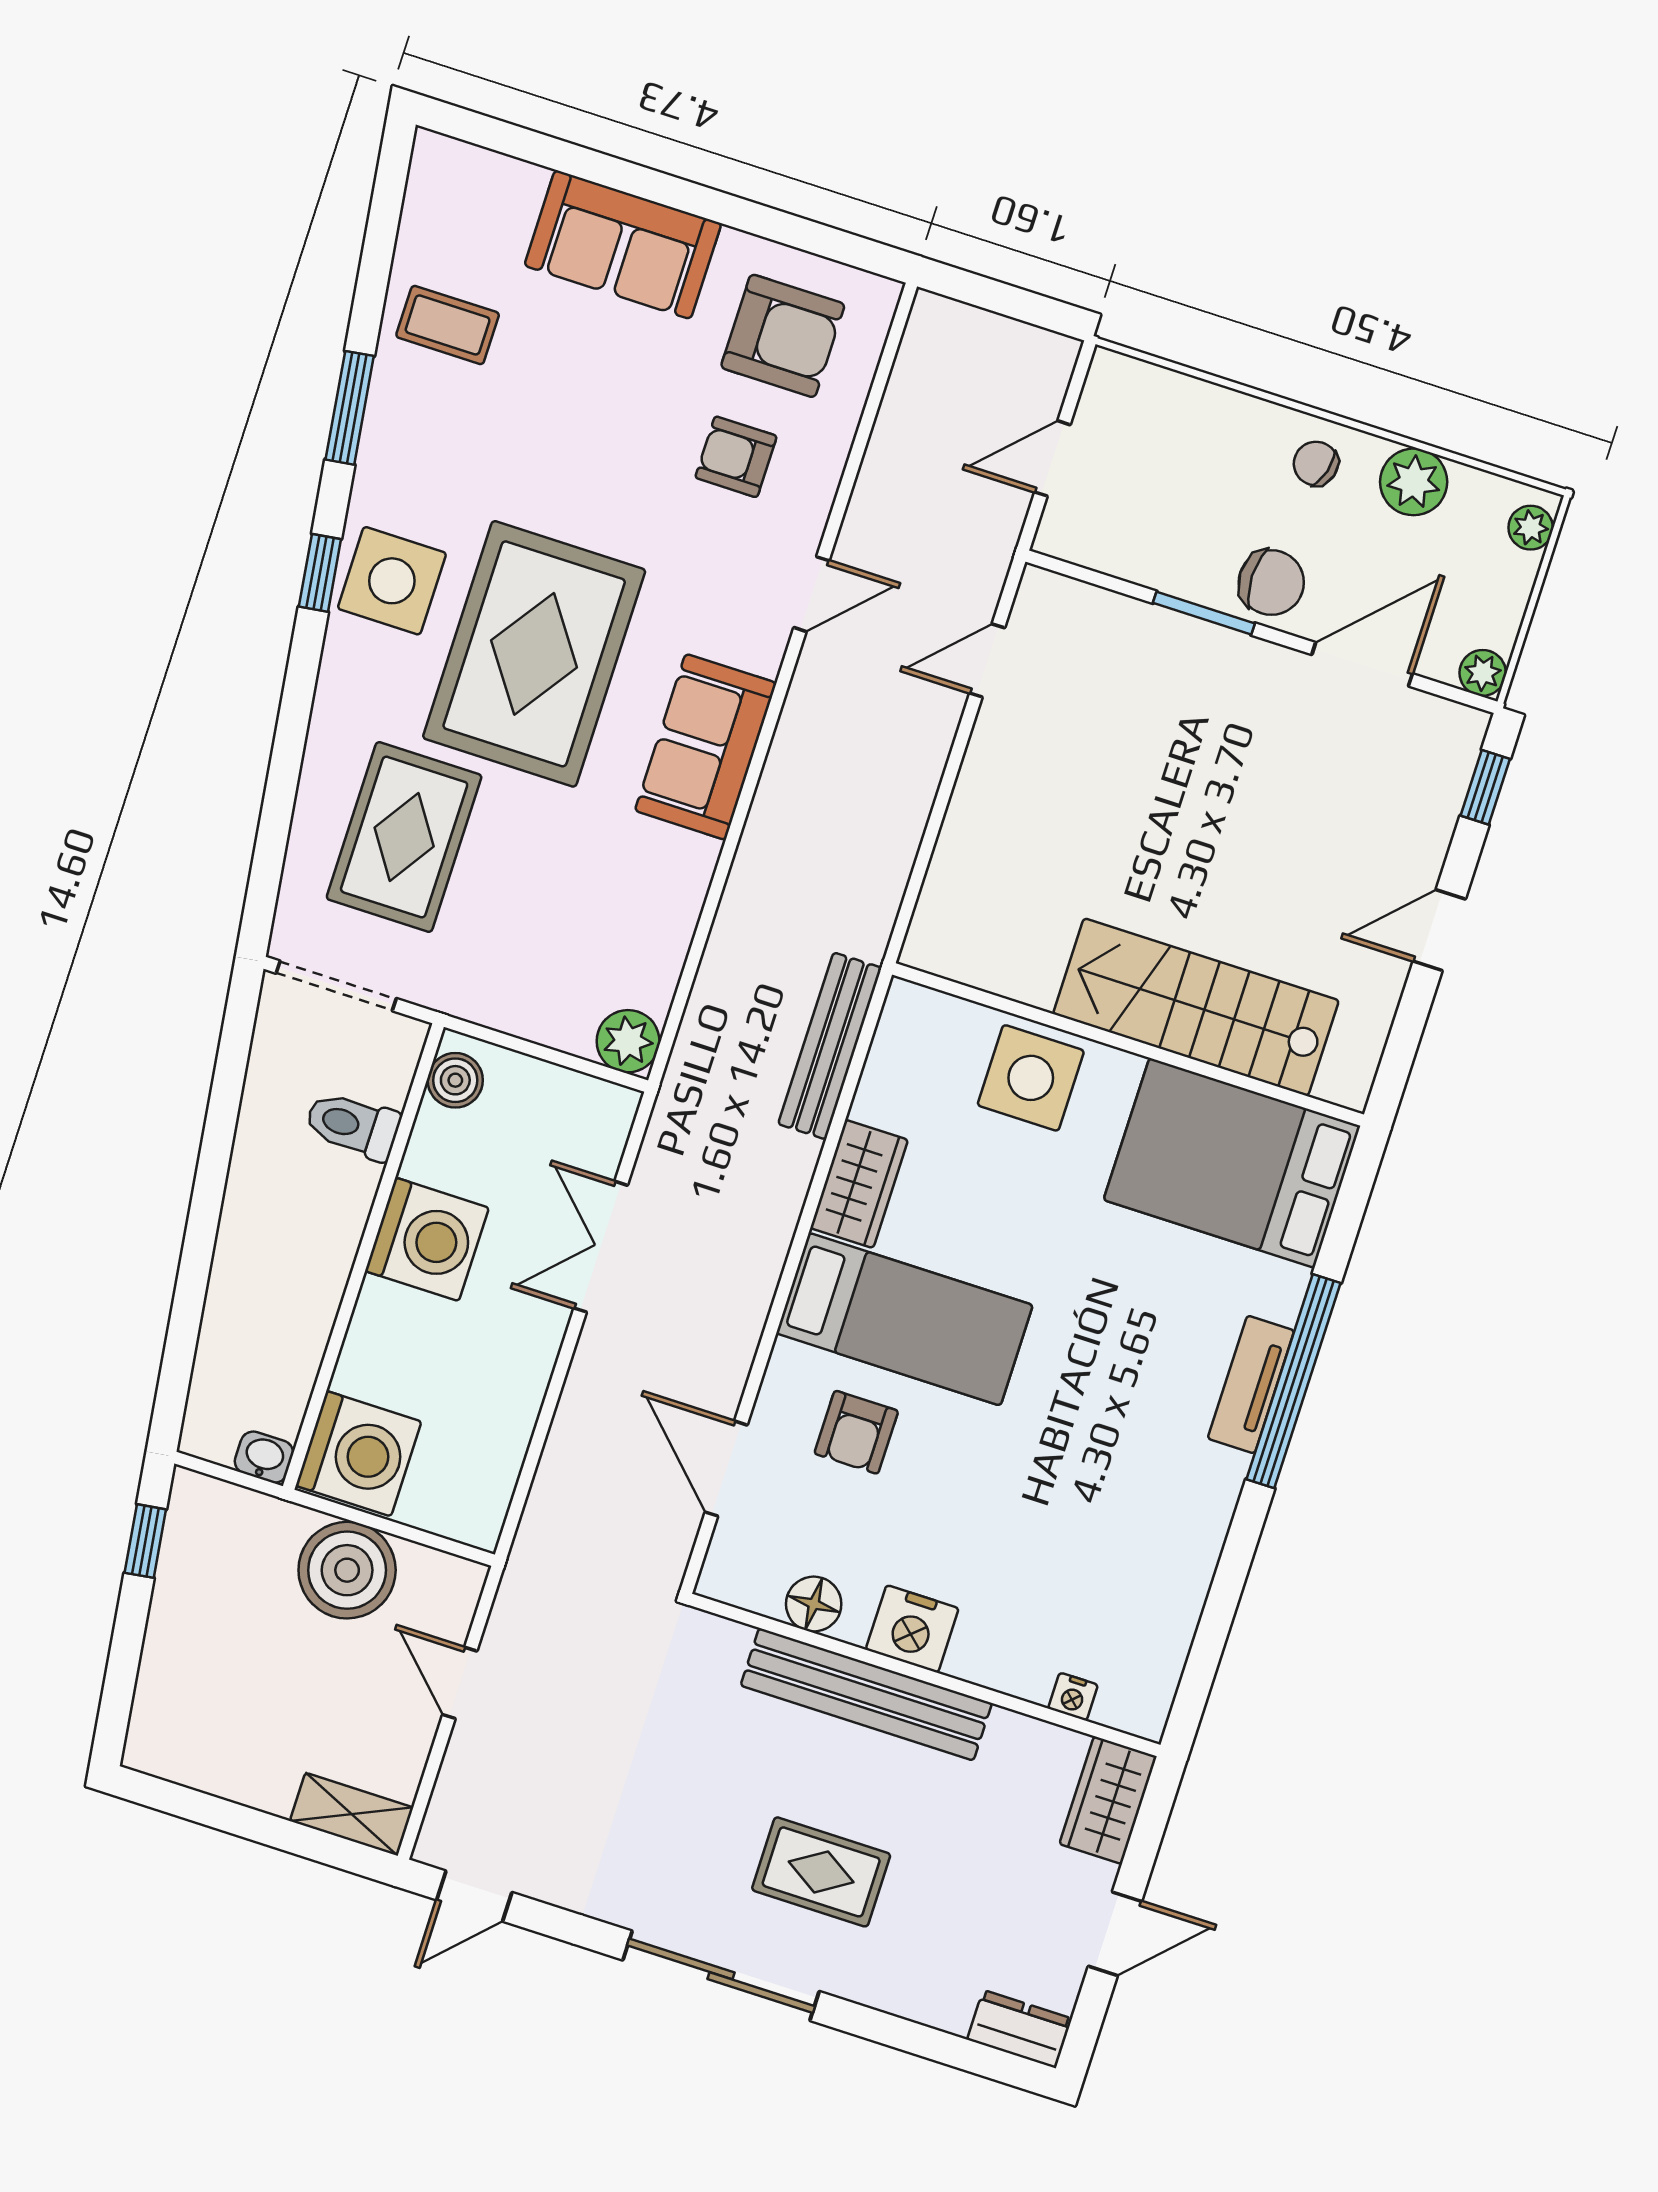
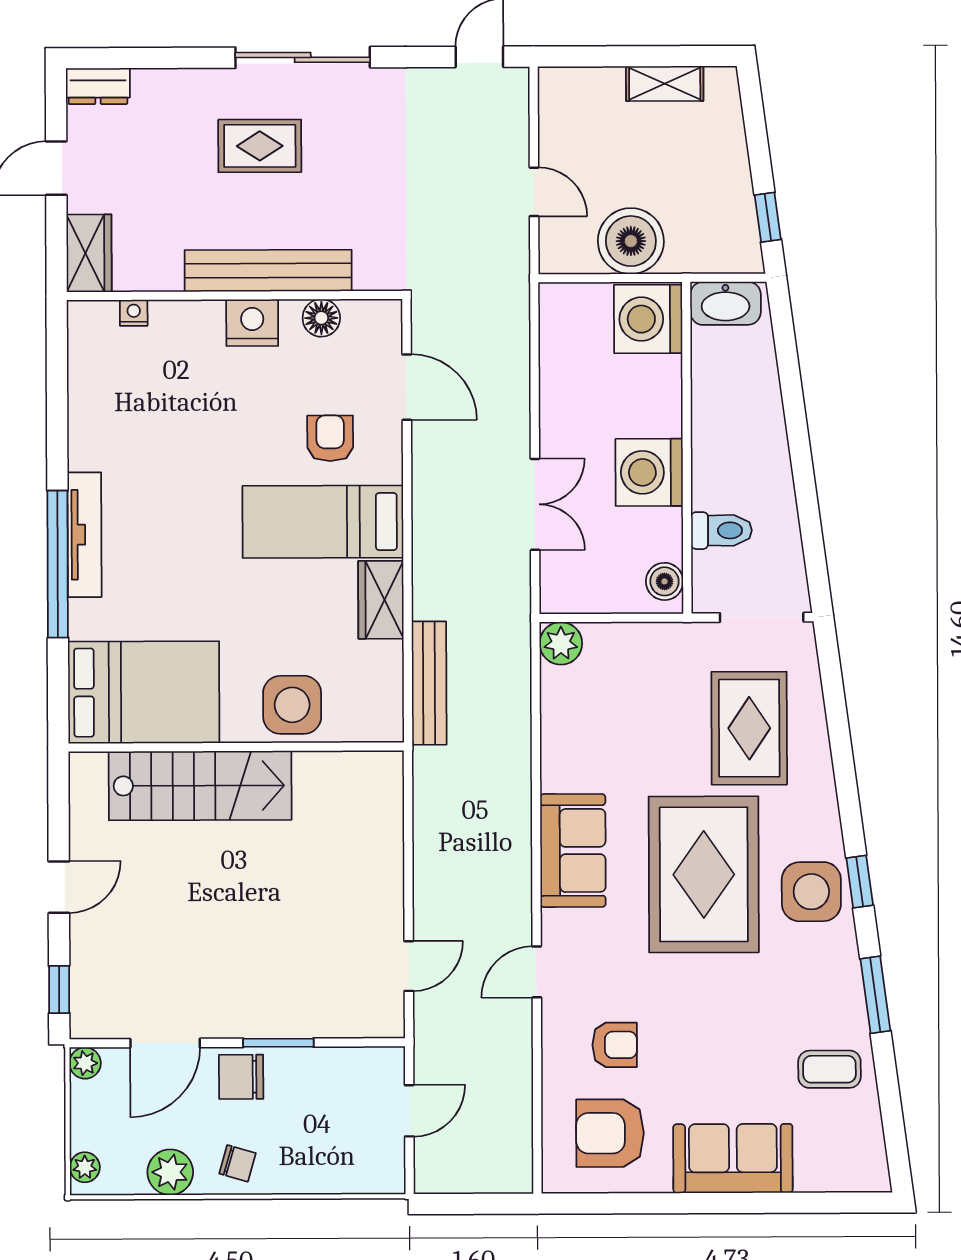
tv unit: (1251, 1384) -> (84, 535), width x1.41
washbasin: (264, 1457) -> (726, 303), width x1.91, depth x1.45
shelving: (352, 1814) -> (665, 84), moved

